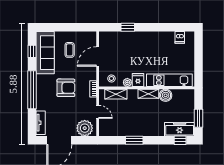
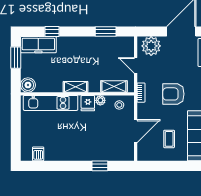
boiler: (166, 95) -> (28, 85), moved
window: (134, 140) -> (106, 32), moved
window: (180, 140) -> (52, 32), moved

